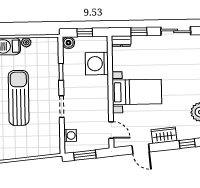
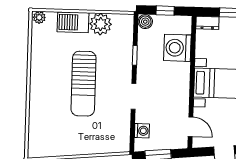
plant: (26, 42) -> (101, 24), width x1.87, depth x1.87
sun lounger: (19, 98) -> (84, 84), turned 180

